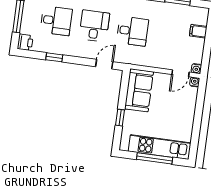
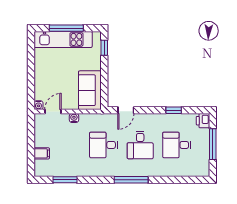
water cooler: (196, 69) -> (74, 118), moved
window: (120, 118) -> (104, 48), moved

